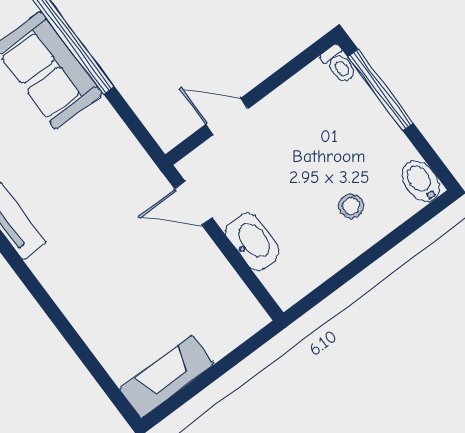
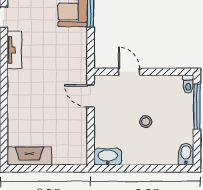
stool: (351, 206) -> (146, 122), moved
washbasin: (252, 242) -> (108, 157), moved, turned -90

